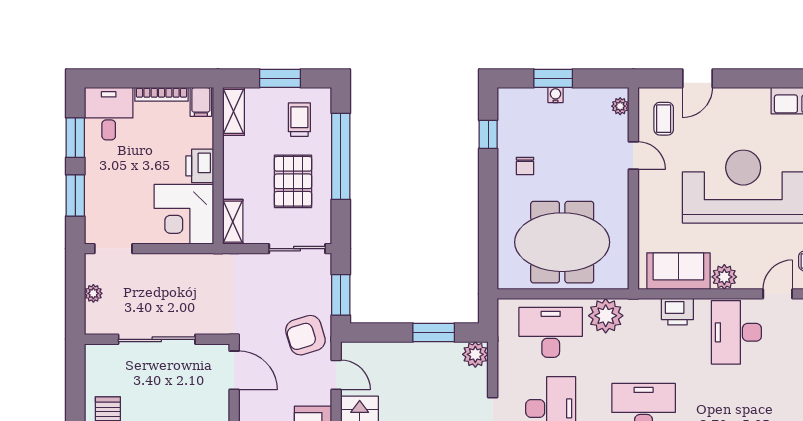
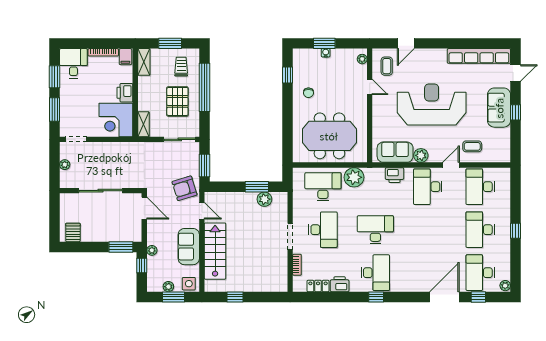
plant: (475, 354) -> (264, 199), moved

